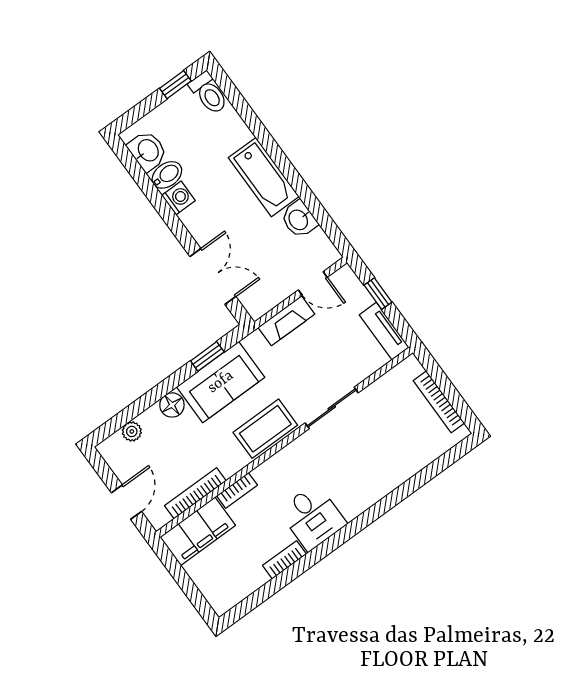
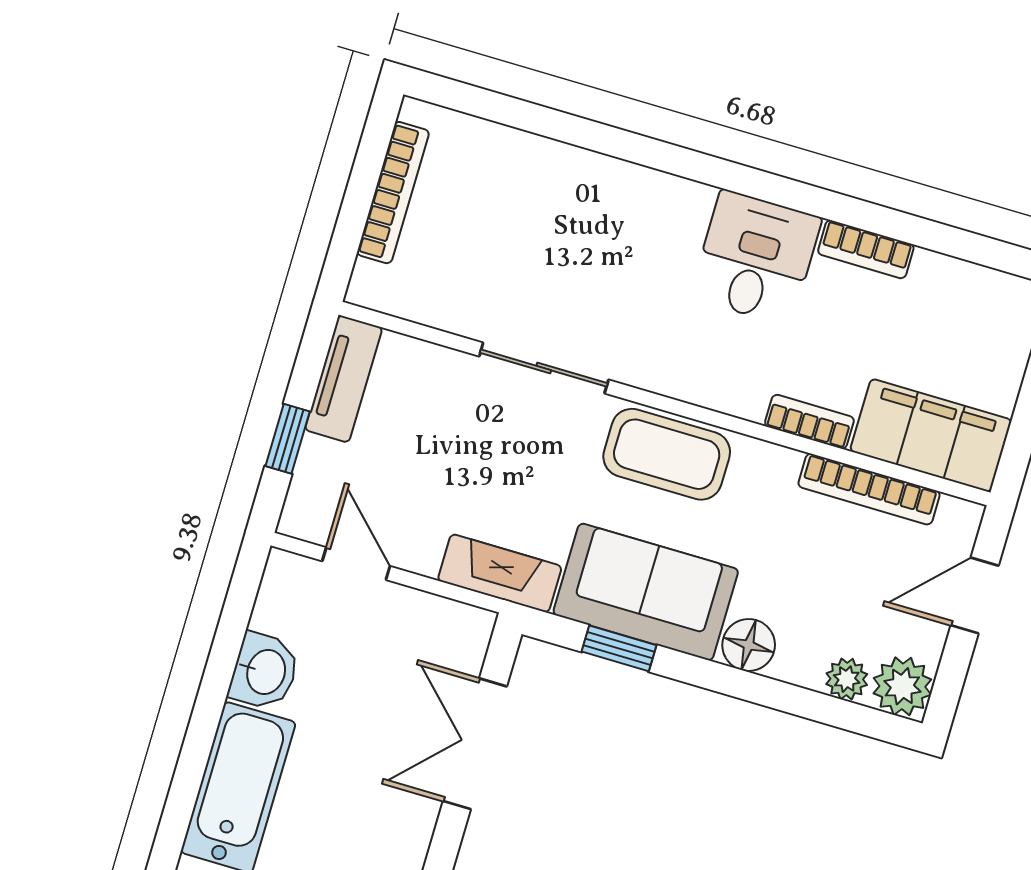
fireplace: (286, 321) -> (500, 573), moved
plant: (113, 450) -> (902, 686), added

